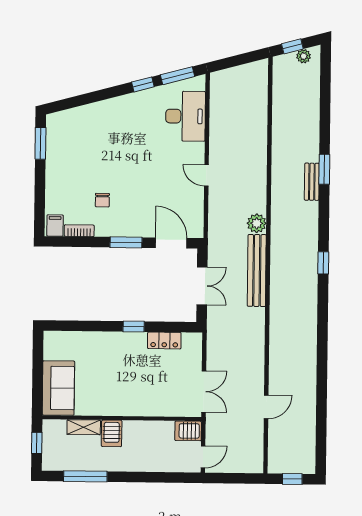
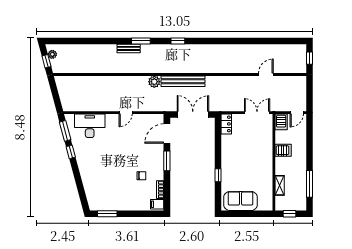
window: (324, 169) -> (141, 41), moved
double door: (202, 286) -> (193, 114), width x1.37
window: (134, 327) -> (218, 175), moved
locker: (164, 341) -> (226, 124), moved
sofa: (58, 388) -> (241, 201), moved
door: (266, 407) -> (266, 75), hinge flipped
server rack: (112, 433) -> (283, 150), moved
door: (203, 457) -> (297, 113), swing flipped

